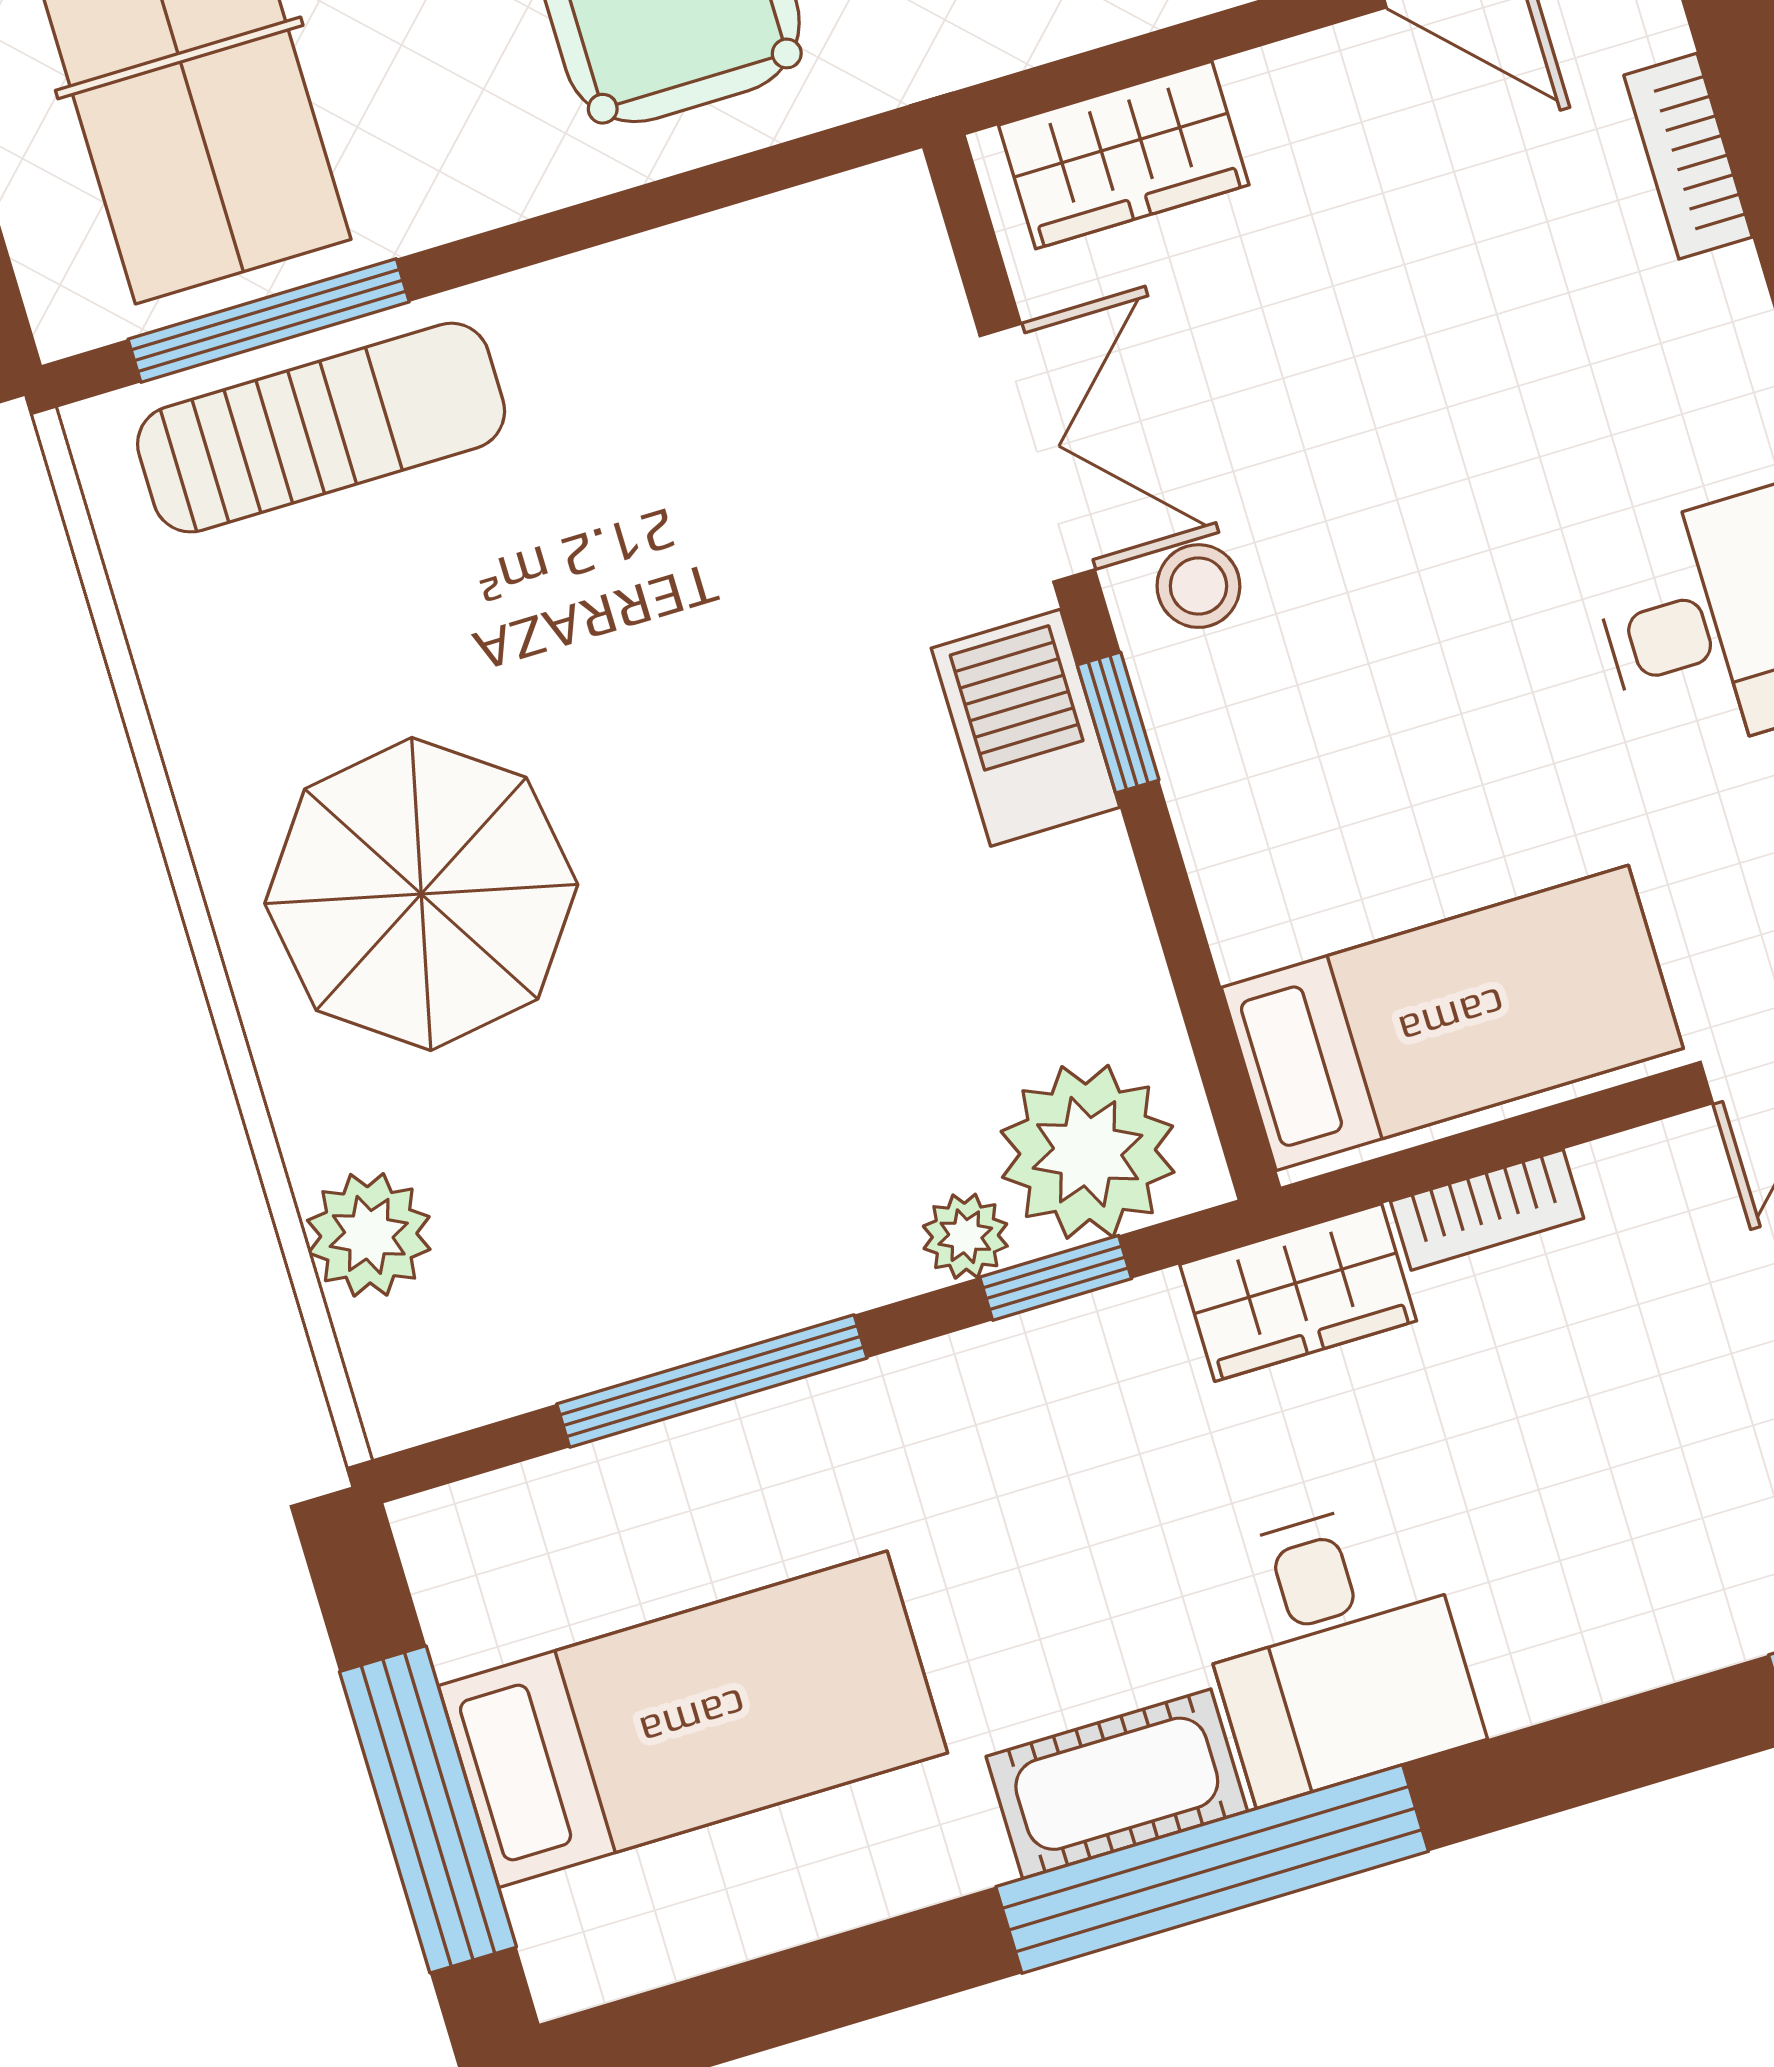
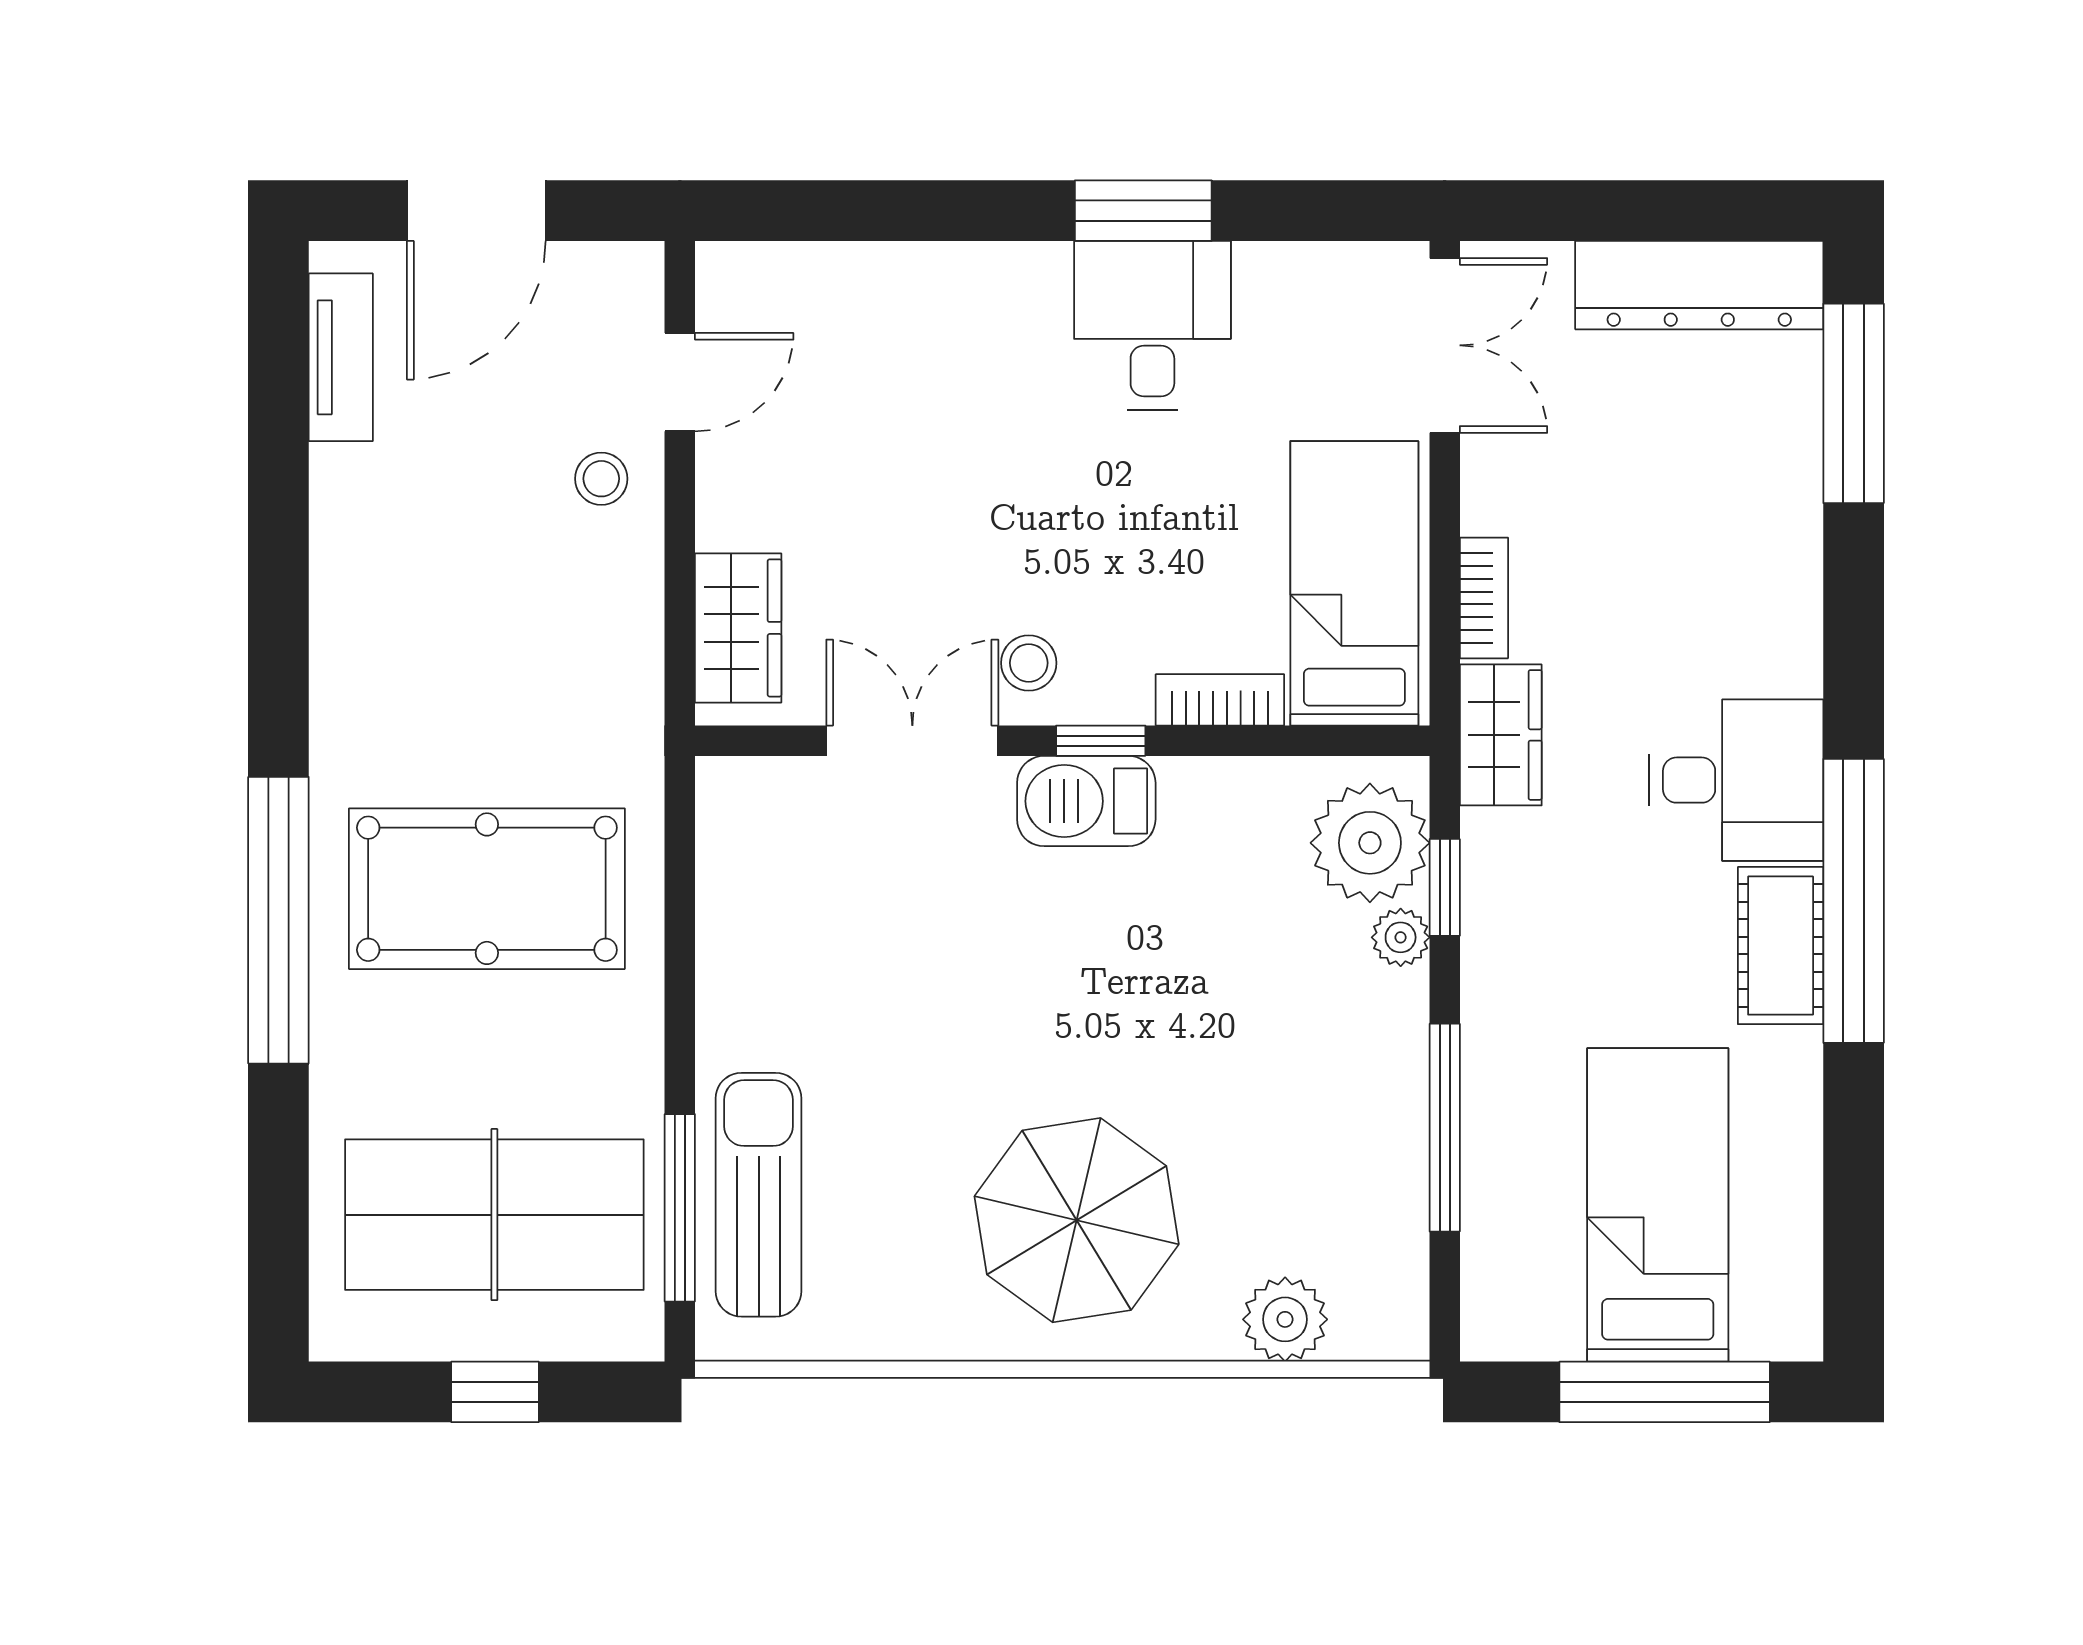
bookcase: (1688, 156) -> (1220, 700), moved, turned 180

